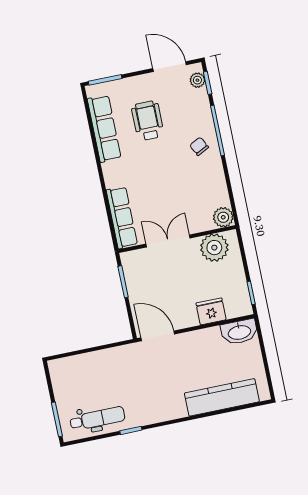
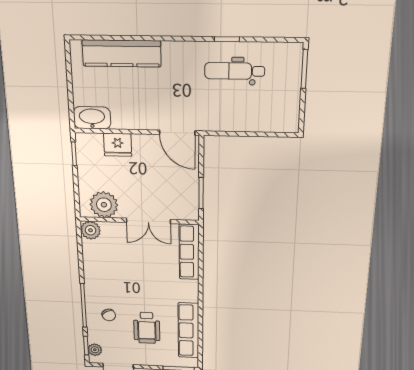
chair: (199, 146) -> (109, 315), moved
dental chair: (97, 418) -> (235, 71), moved

